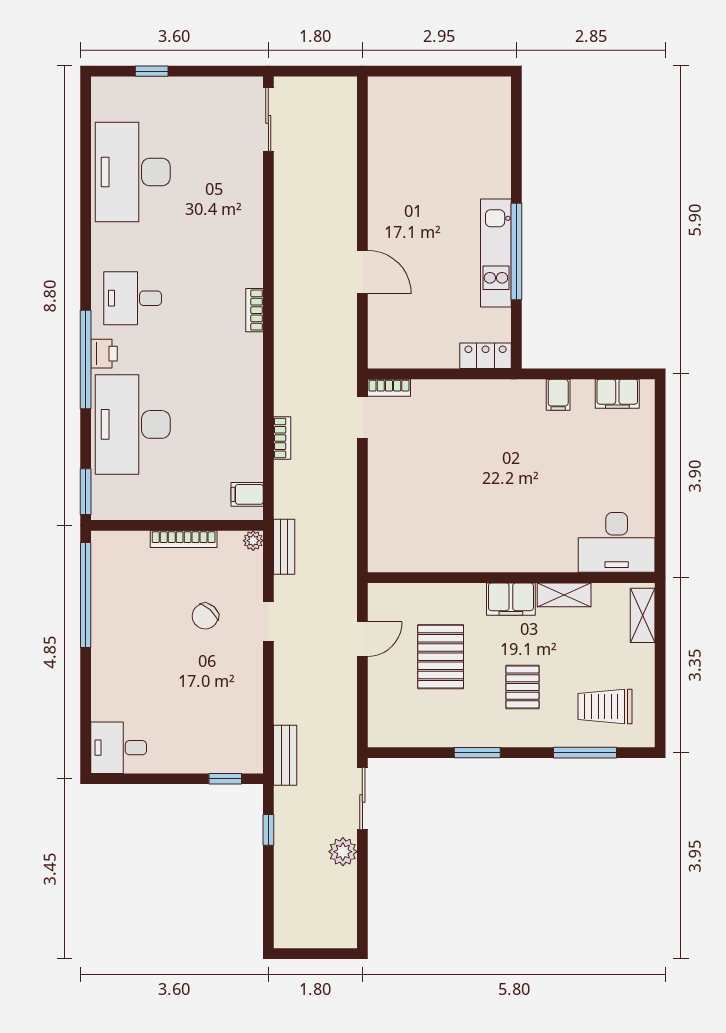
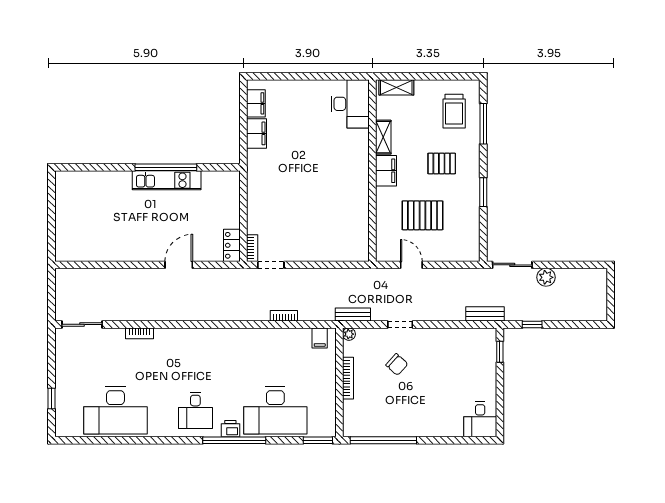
bookcase: (254, 310) -> (140, 333), moved
locker: (486, 356) -> (232, 245), moved
filing cabinet: (558, 395) -> (257, 133), width x2.00

